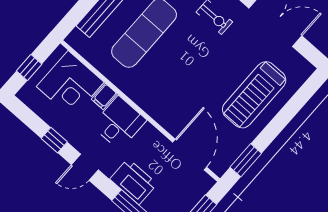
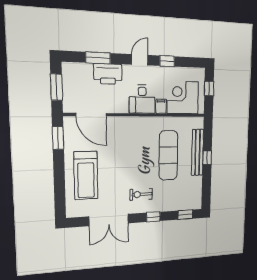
treadmill: (254, 95) -> (86, 175), turned 180

